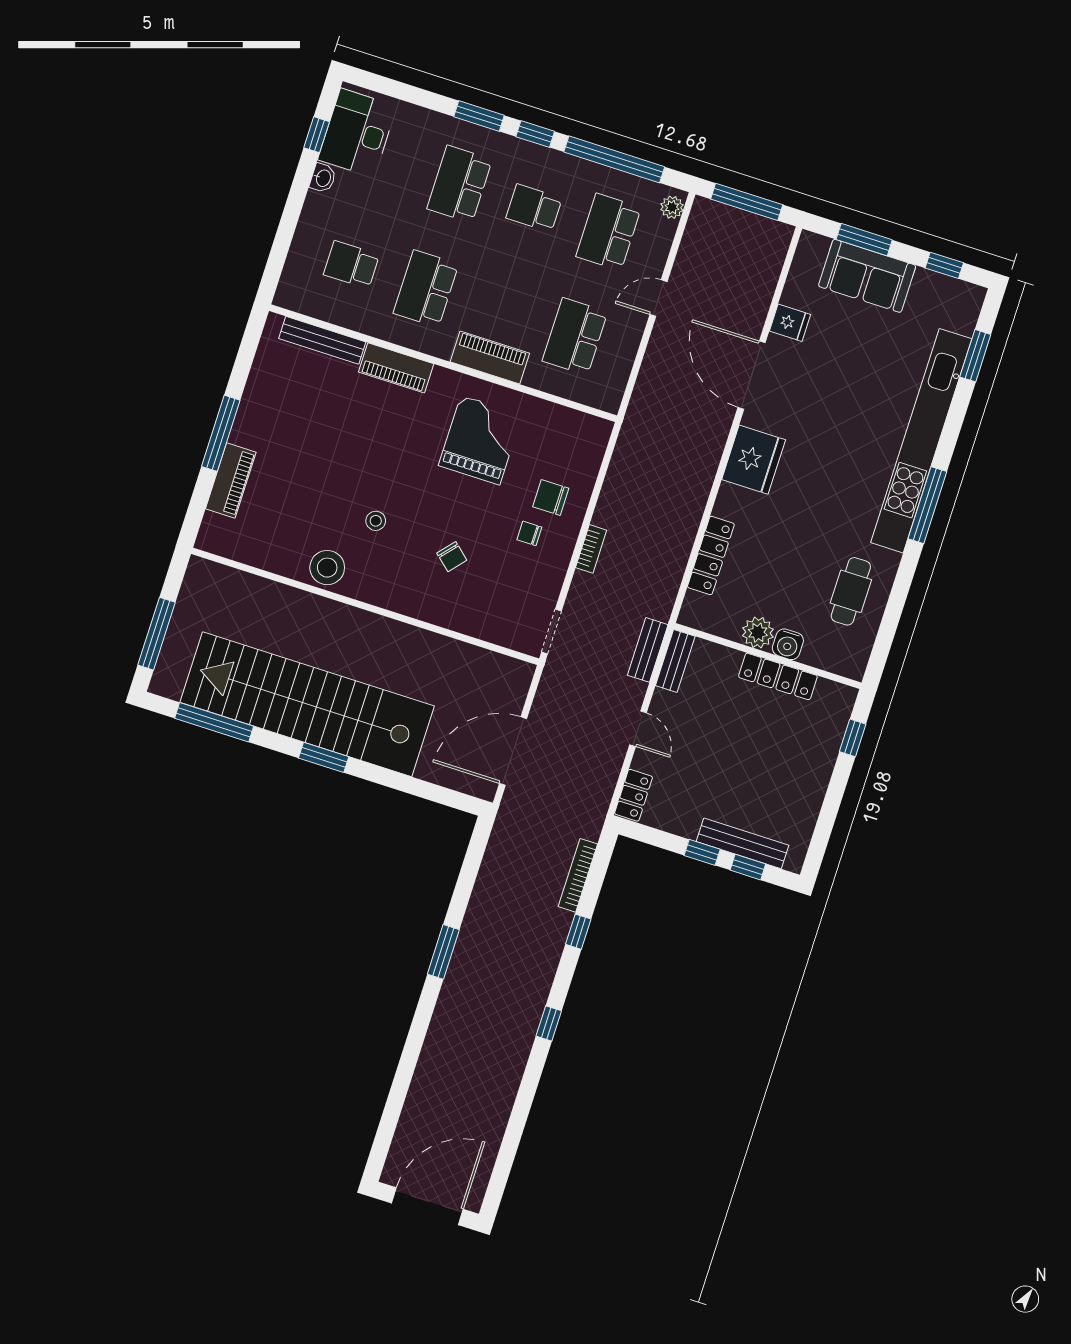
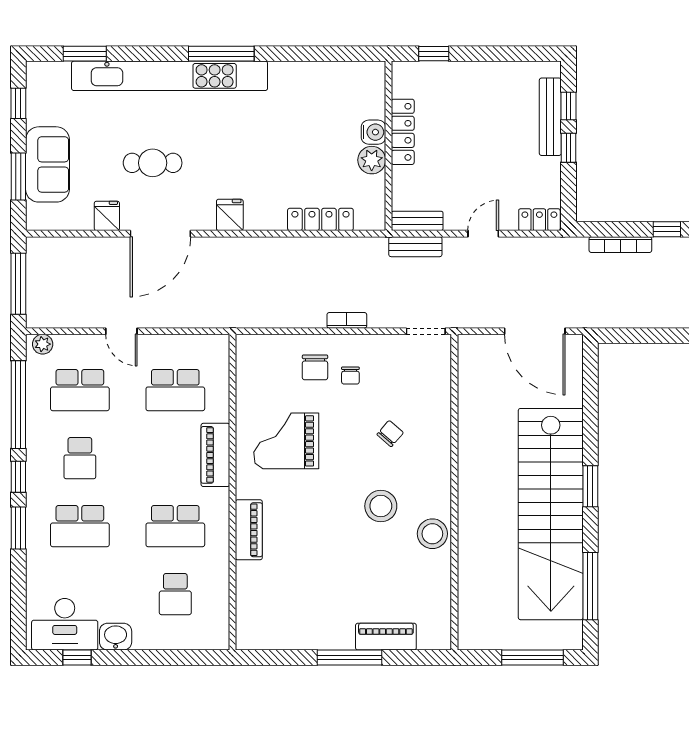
washbasin: (323, 178) -> (116, 637), width x1.38, depth x1.45
bench: (322, 340) -> (246, 598), removed
fridge: (754, 460) -> (230, 215), width x0.53, depth x0.75
stool: (376, 521) -> (381, 506), width x1.89, depth x1.89
cafe table: (851, 591) -> (153, 163), moved

